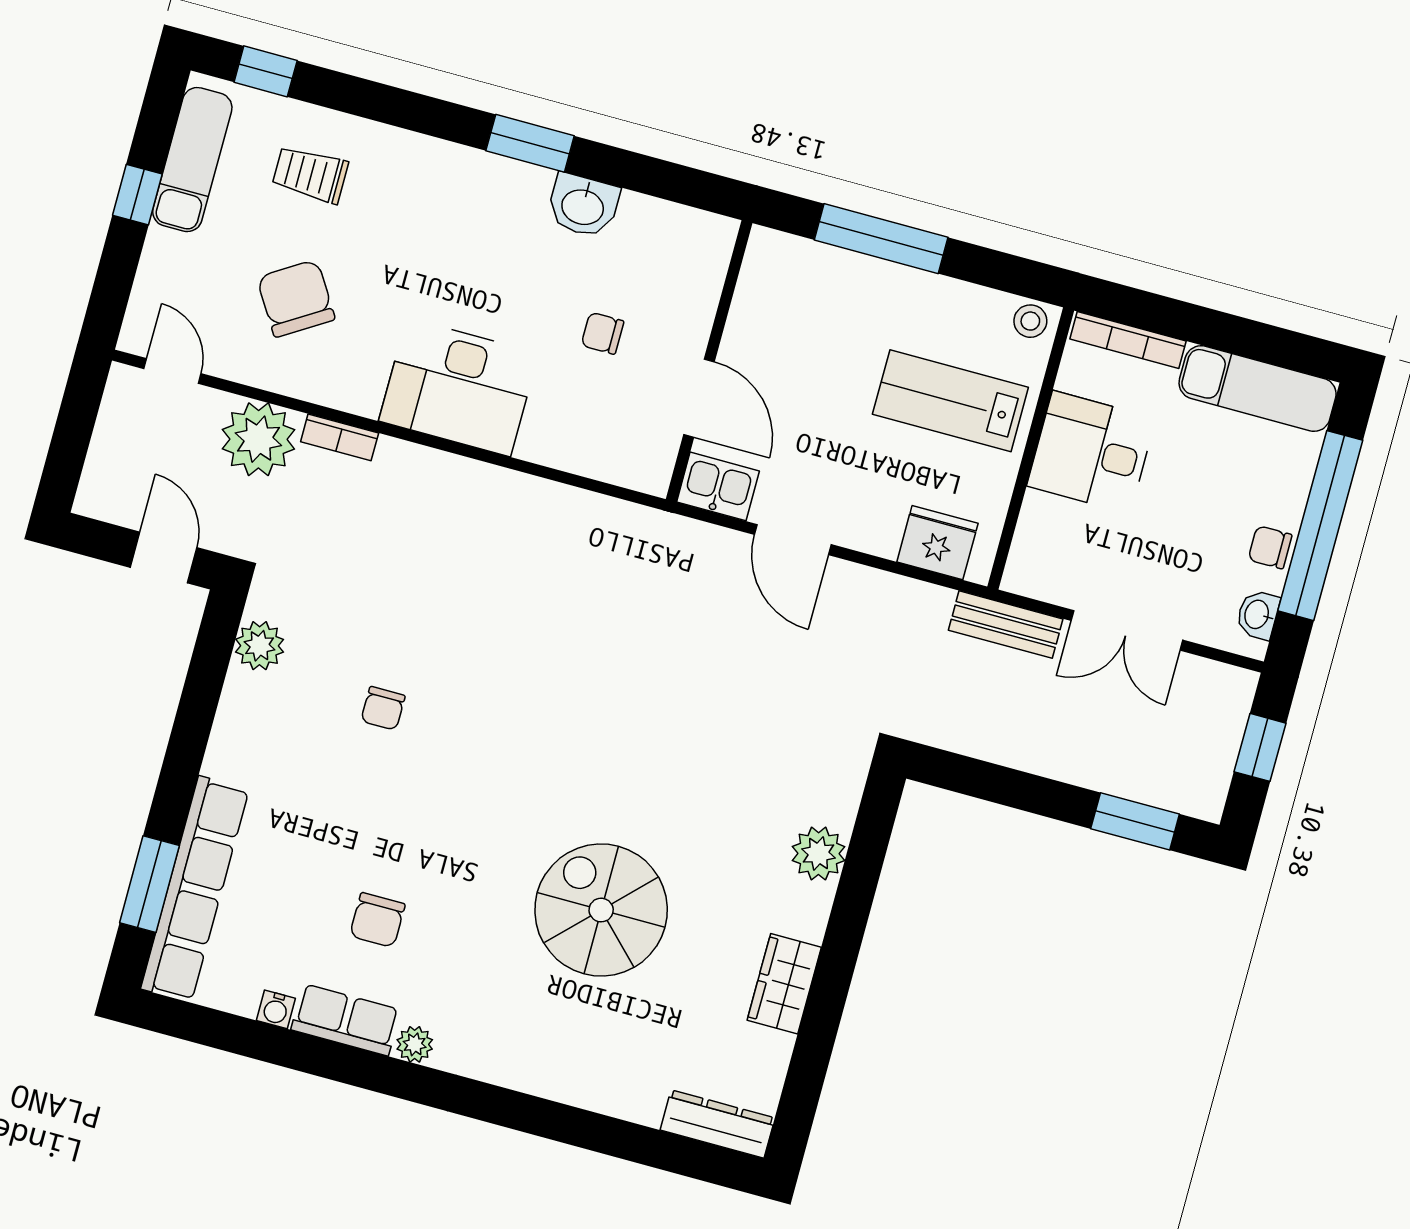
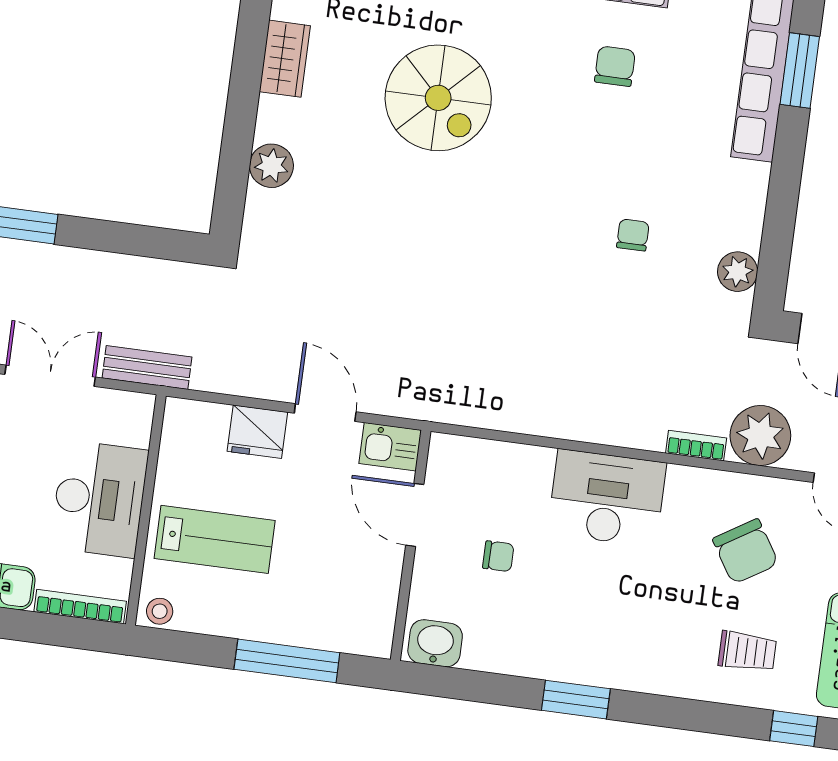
washbasin: (583, 206) -> (435, 643), moved
desk: (1091, 452) -> (99, 499), width x1.37
fridge: (937, 543) -> (257, 432), moved

